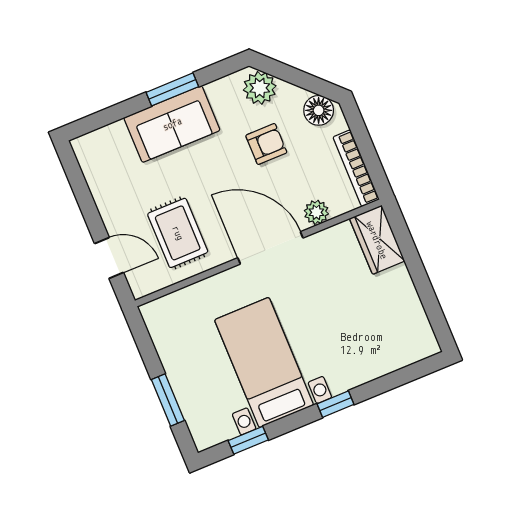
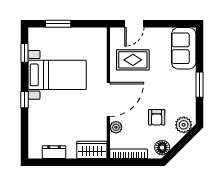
sofa: (172, 124) -> (184, 48), moved
dresser: (410, 309) -> (54, 152), added

